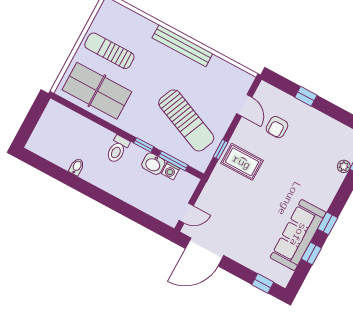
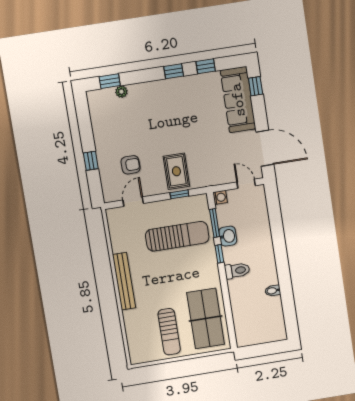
sun lounger: (186, 120) -> (177, 236), turned 67
washing machine: (171, 171) -> (220, 197), moved
sofa: (298, 235) -> (238, 100), moved, turned 90

